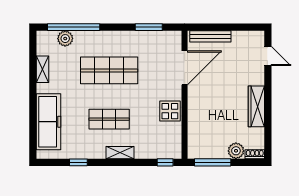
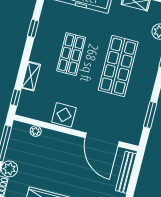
plant: (193, 135) -> (36, 131), added
shelving: (120, 153) -> (31, 76), moved
window: (78, 162) -> (33, 29), moved

